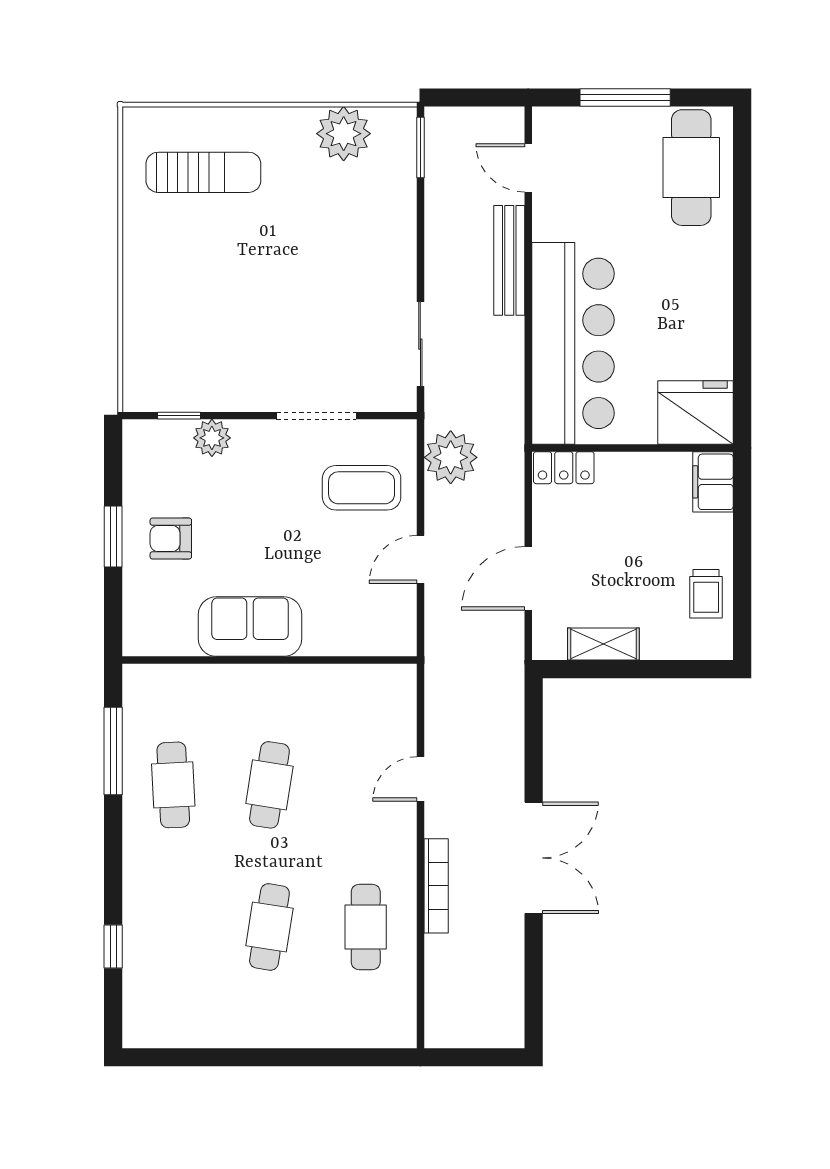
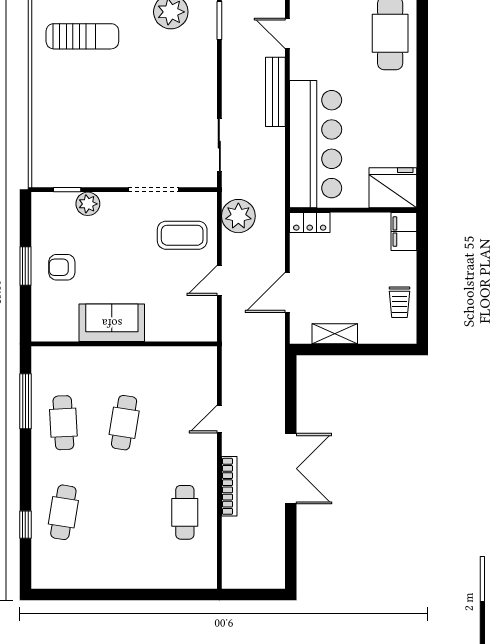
cafe table: (269, 927) -> (63, 512), moved

